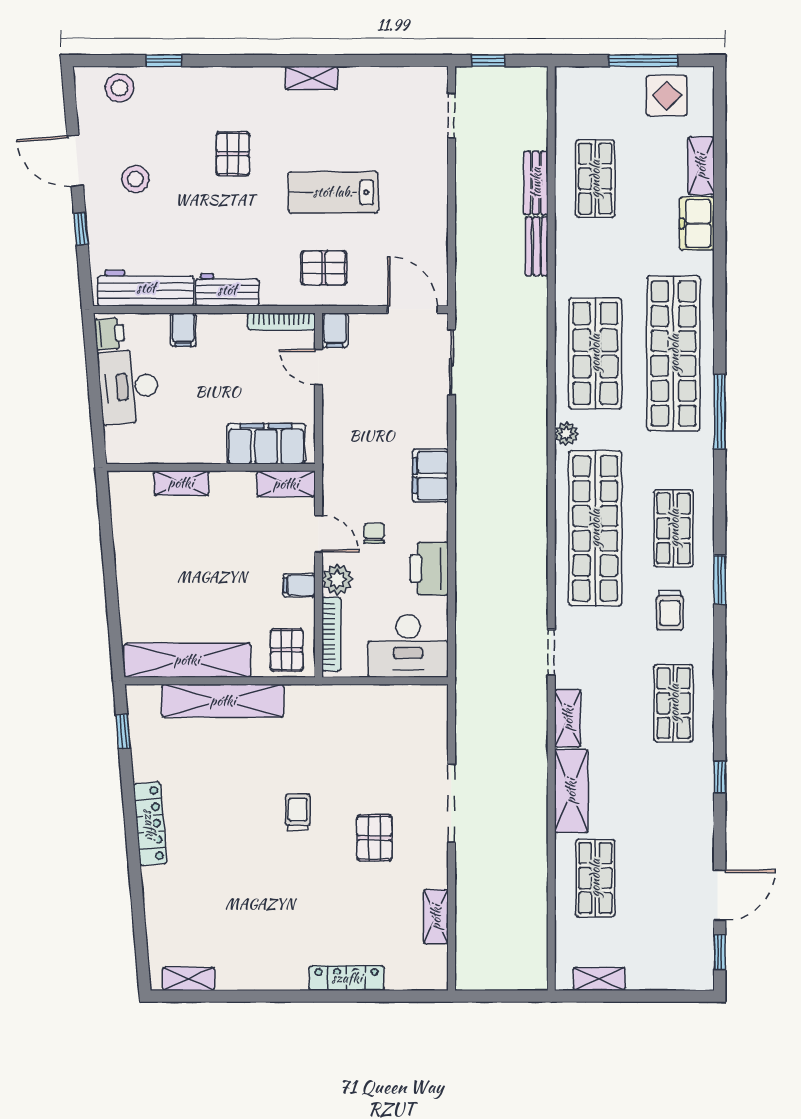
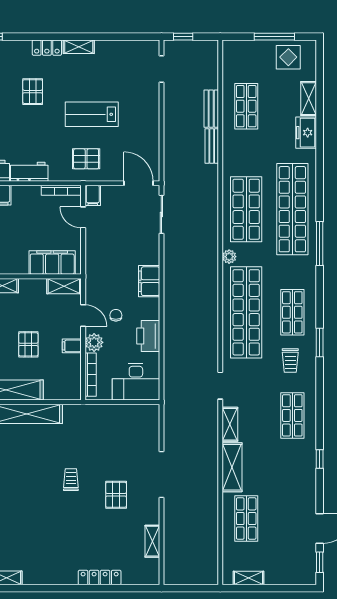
locker: (257, 79) -> (47, 48), added
pallet: (287, 650) -> (28, 344), moved

